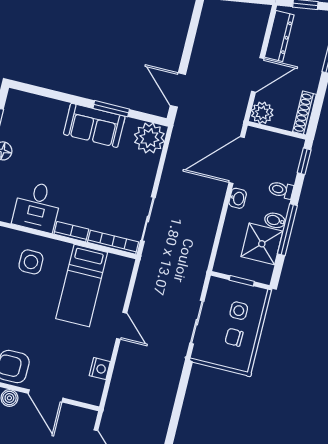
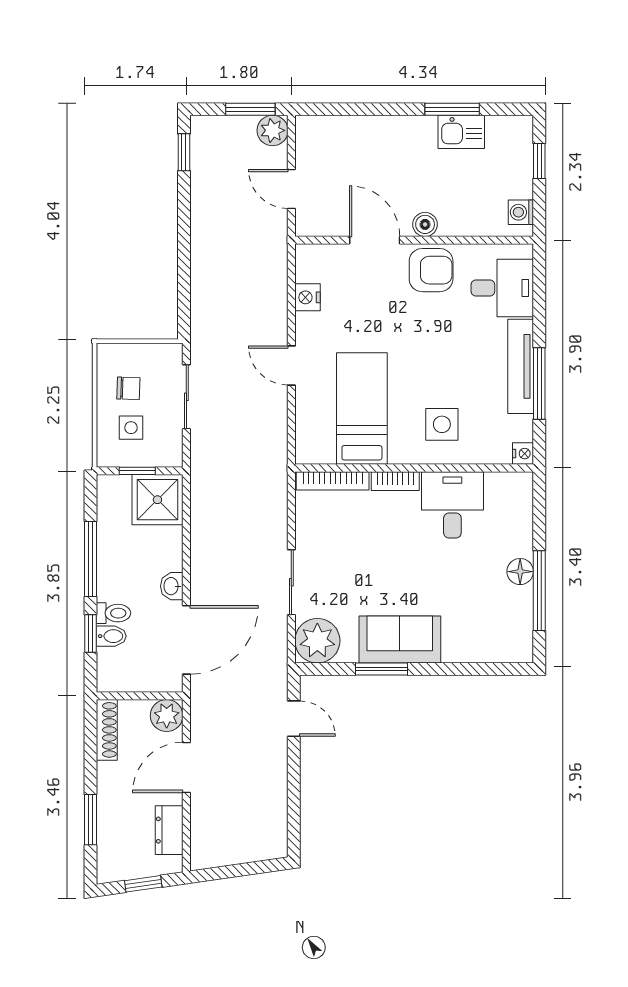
dresser: (279, 36) -> (169, 830), width x0.70
door: (178, 90) -> (294, 719), width x0.73
window: (304, 161) -> (90, 633), moved
sliding door: (148, 219) -> (291, 582), moved
bidet: (275, 220) -> (111, 636), moved
shower: (262, 244) -> (157, 500), moved

